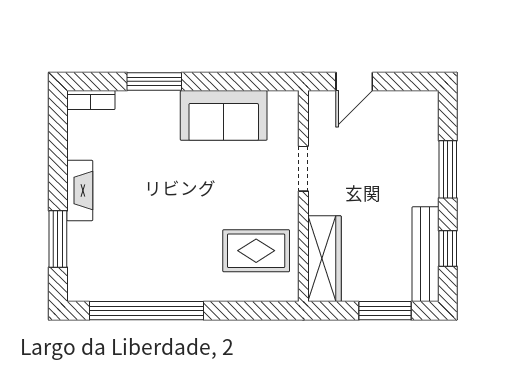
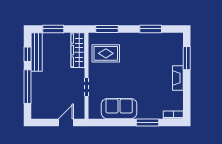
window: (448, 169) -> (28, 87), width x1.44
window: (147, 311) -> (151, 29), width x0.47
window: (253, 311) -> (107, 29), added

